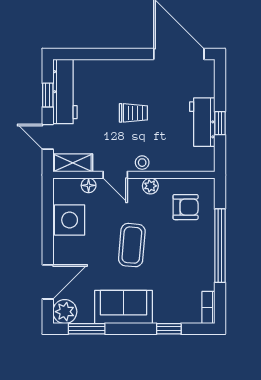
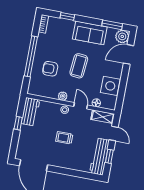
workbench: (202, 122) -> (30, 112), moved
armchair: (186, 207) -> (50, 69), moved

